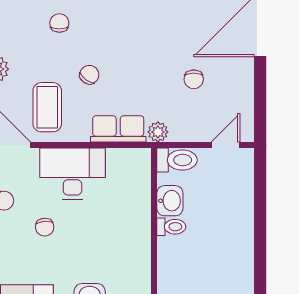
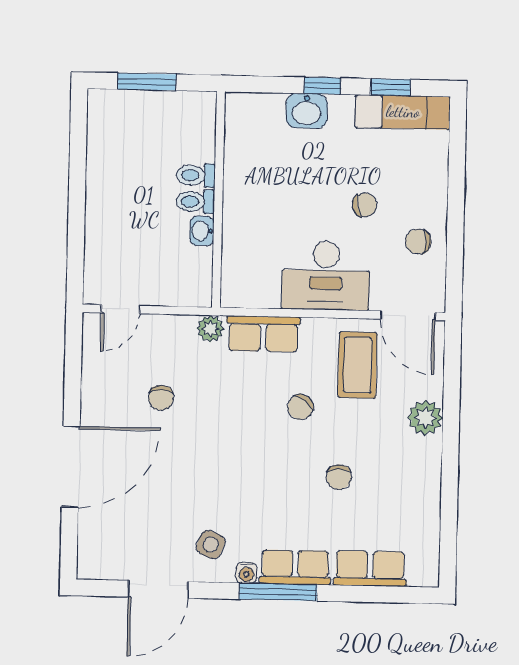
chair: (194, 79) -> (161, 398), turned 180
toilet: (177, 160) -> (196, 175), moved, width x0.73, depth x0.72
washbasin: (170, 201) -> (202, 231), width x0.72, depth x0.69
chair: (45, 227) -> (365, 205), turned 84

